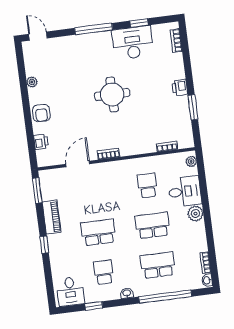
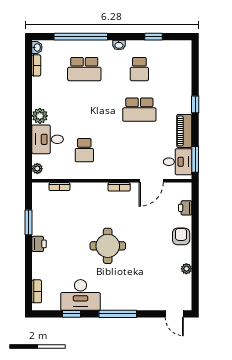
school desk: (152, 225) -> (84, 110), removed
desk: (70, 291) -> (178, 162), moved, turned 90

